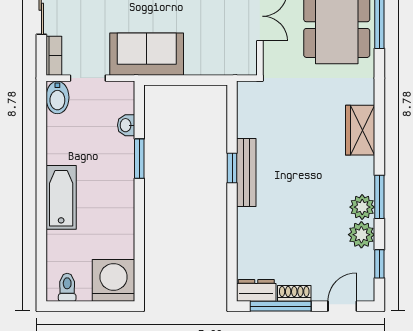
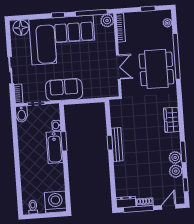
bathtub: (61, 197) -> (55, 147), moved, turned 180

